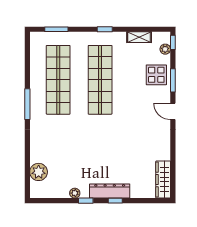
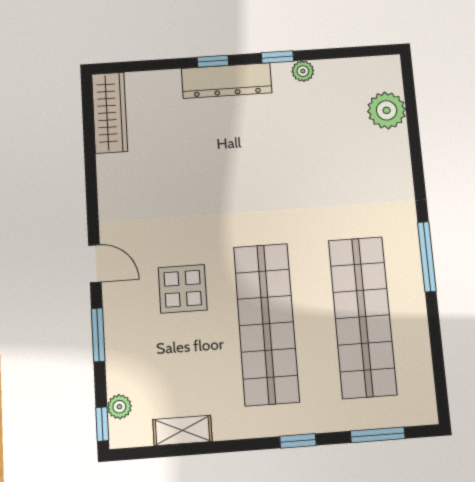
window: (105, 29) -> (298, 441), moved
display table: (156, 75) -> (183, 289), moved

